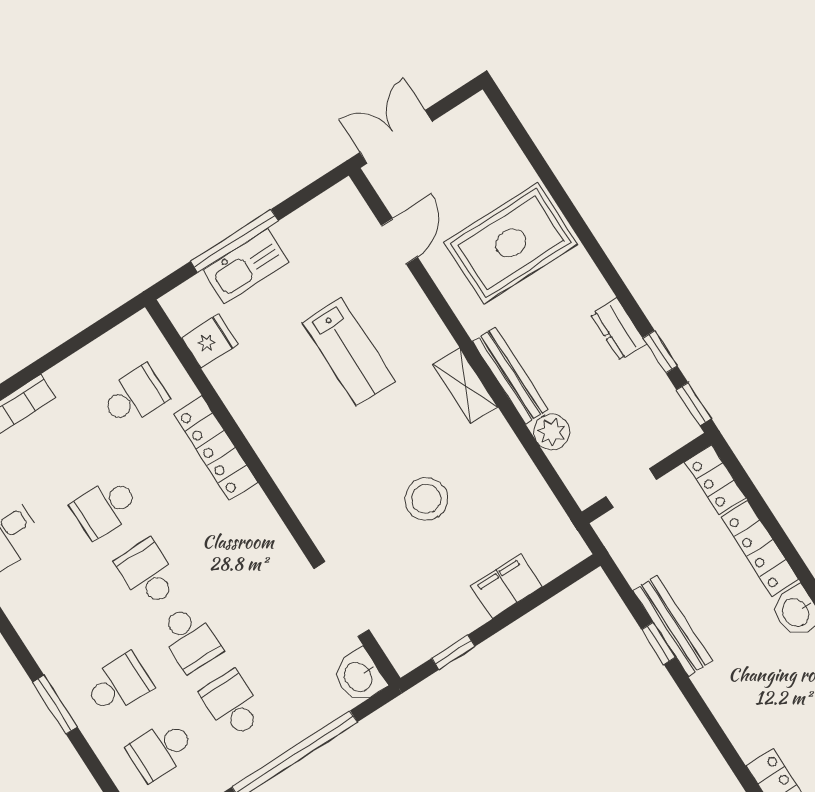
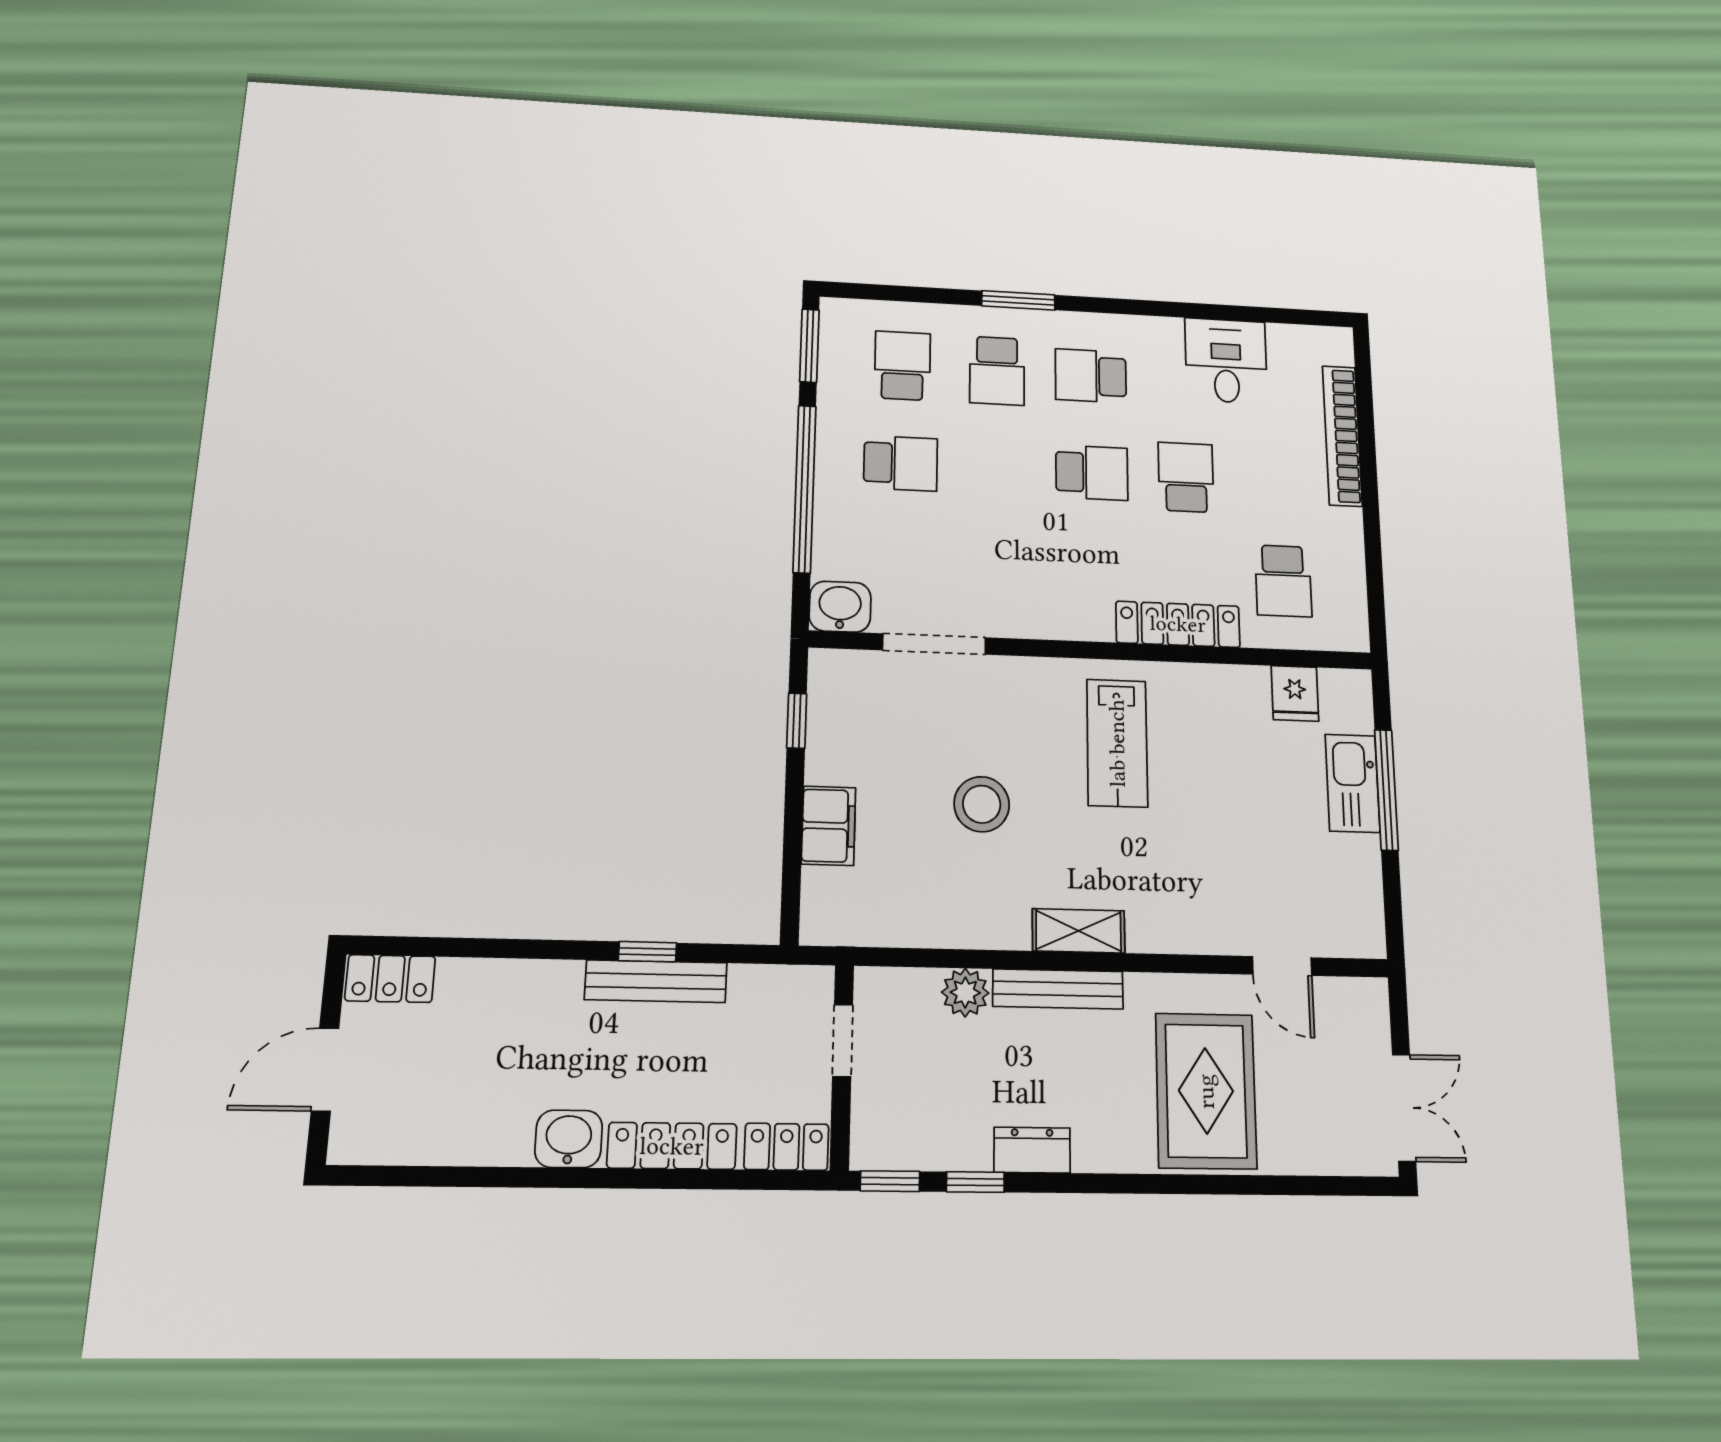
double door: (396, 137) -> (1404, 1108), moved
lab bench: (349, 352) -> (1117, 743), moved, turned -90
school desk: (190, 639) -> (1091, 376), moved

